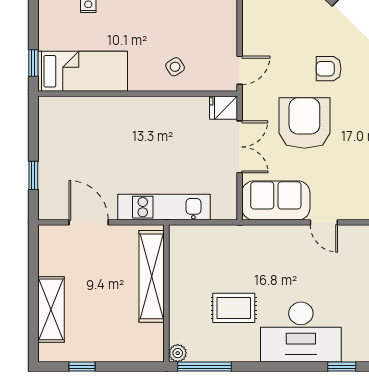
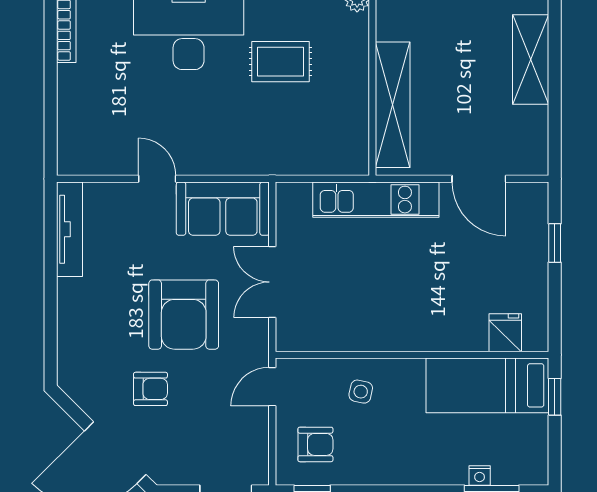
armchair: (208, 28) -> (315, 444), added
side table: (175, 67) -> (361, 392), turned 45
fridge: (223, 108) -> (505, 333), moved, turned -90

